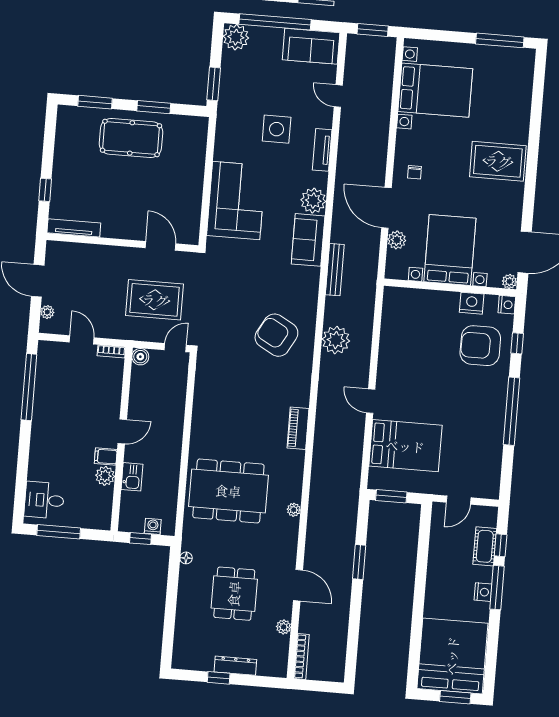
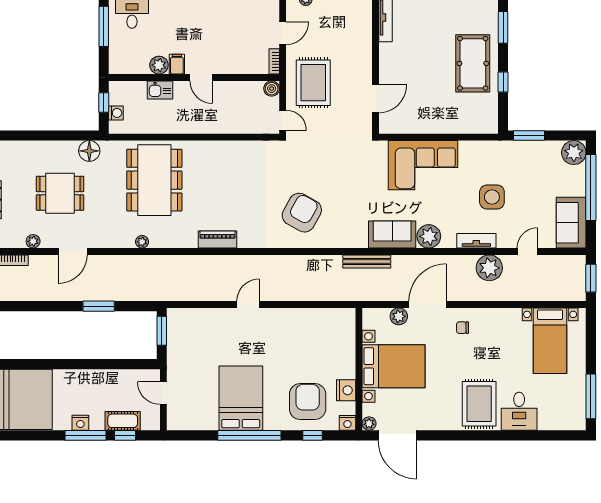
bed with nightstands: (435, 90) -> (550, 341), width x0.73
window: (154, 107) -> (503, 82), width x0.67
desk: (509, 119) -> (519, 411), added
rug: (155, 300) -> (313, 83), moved
plant: (336, 340) -> (489, 268), moved
bed: (405, 446) -> (241, 398), moved, turned 180
floor lamp: (186, 558) -> (89, 151), width x1.89, depth x1.89

